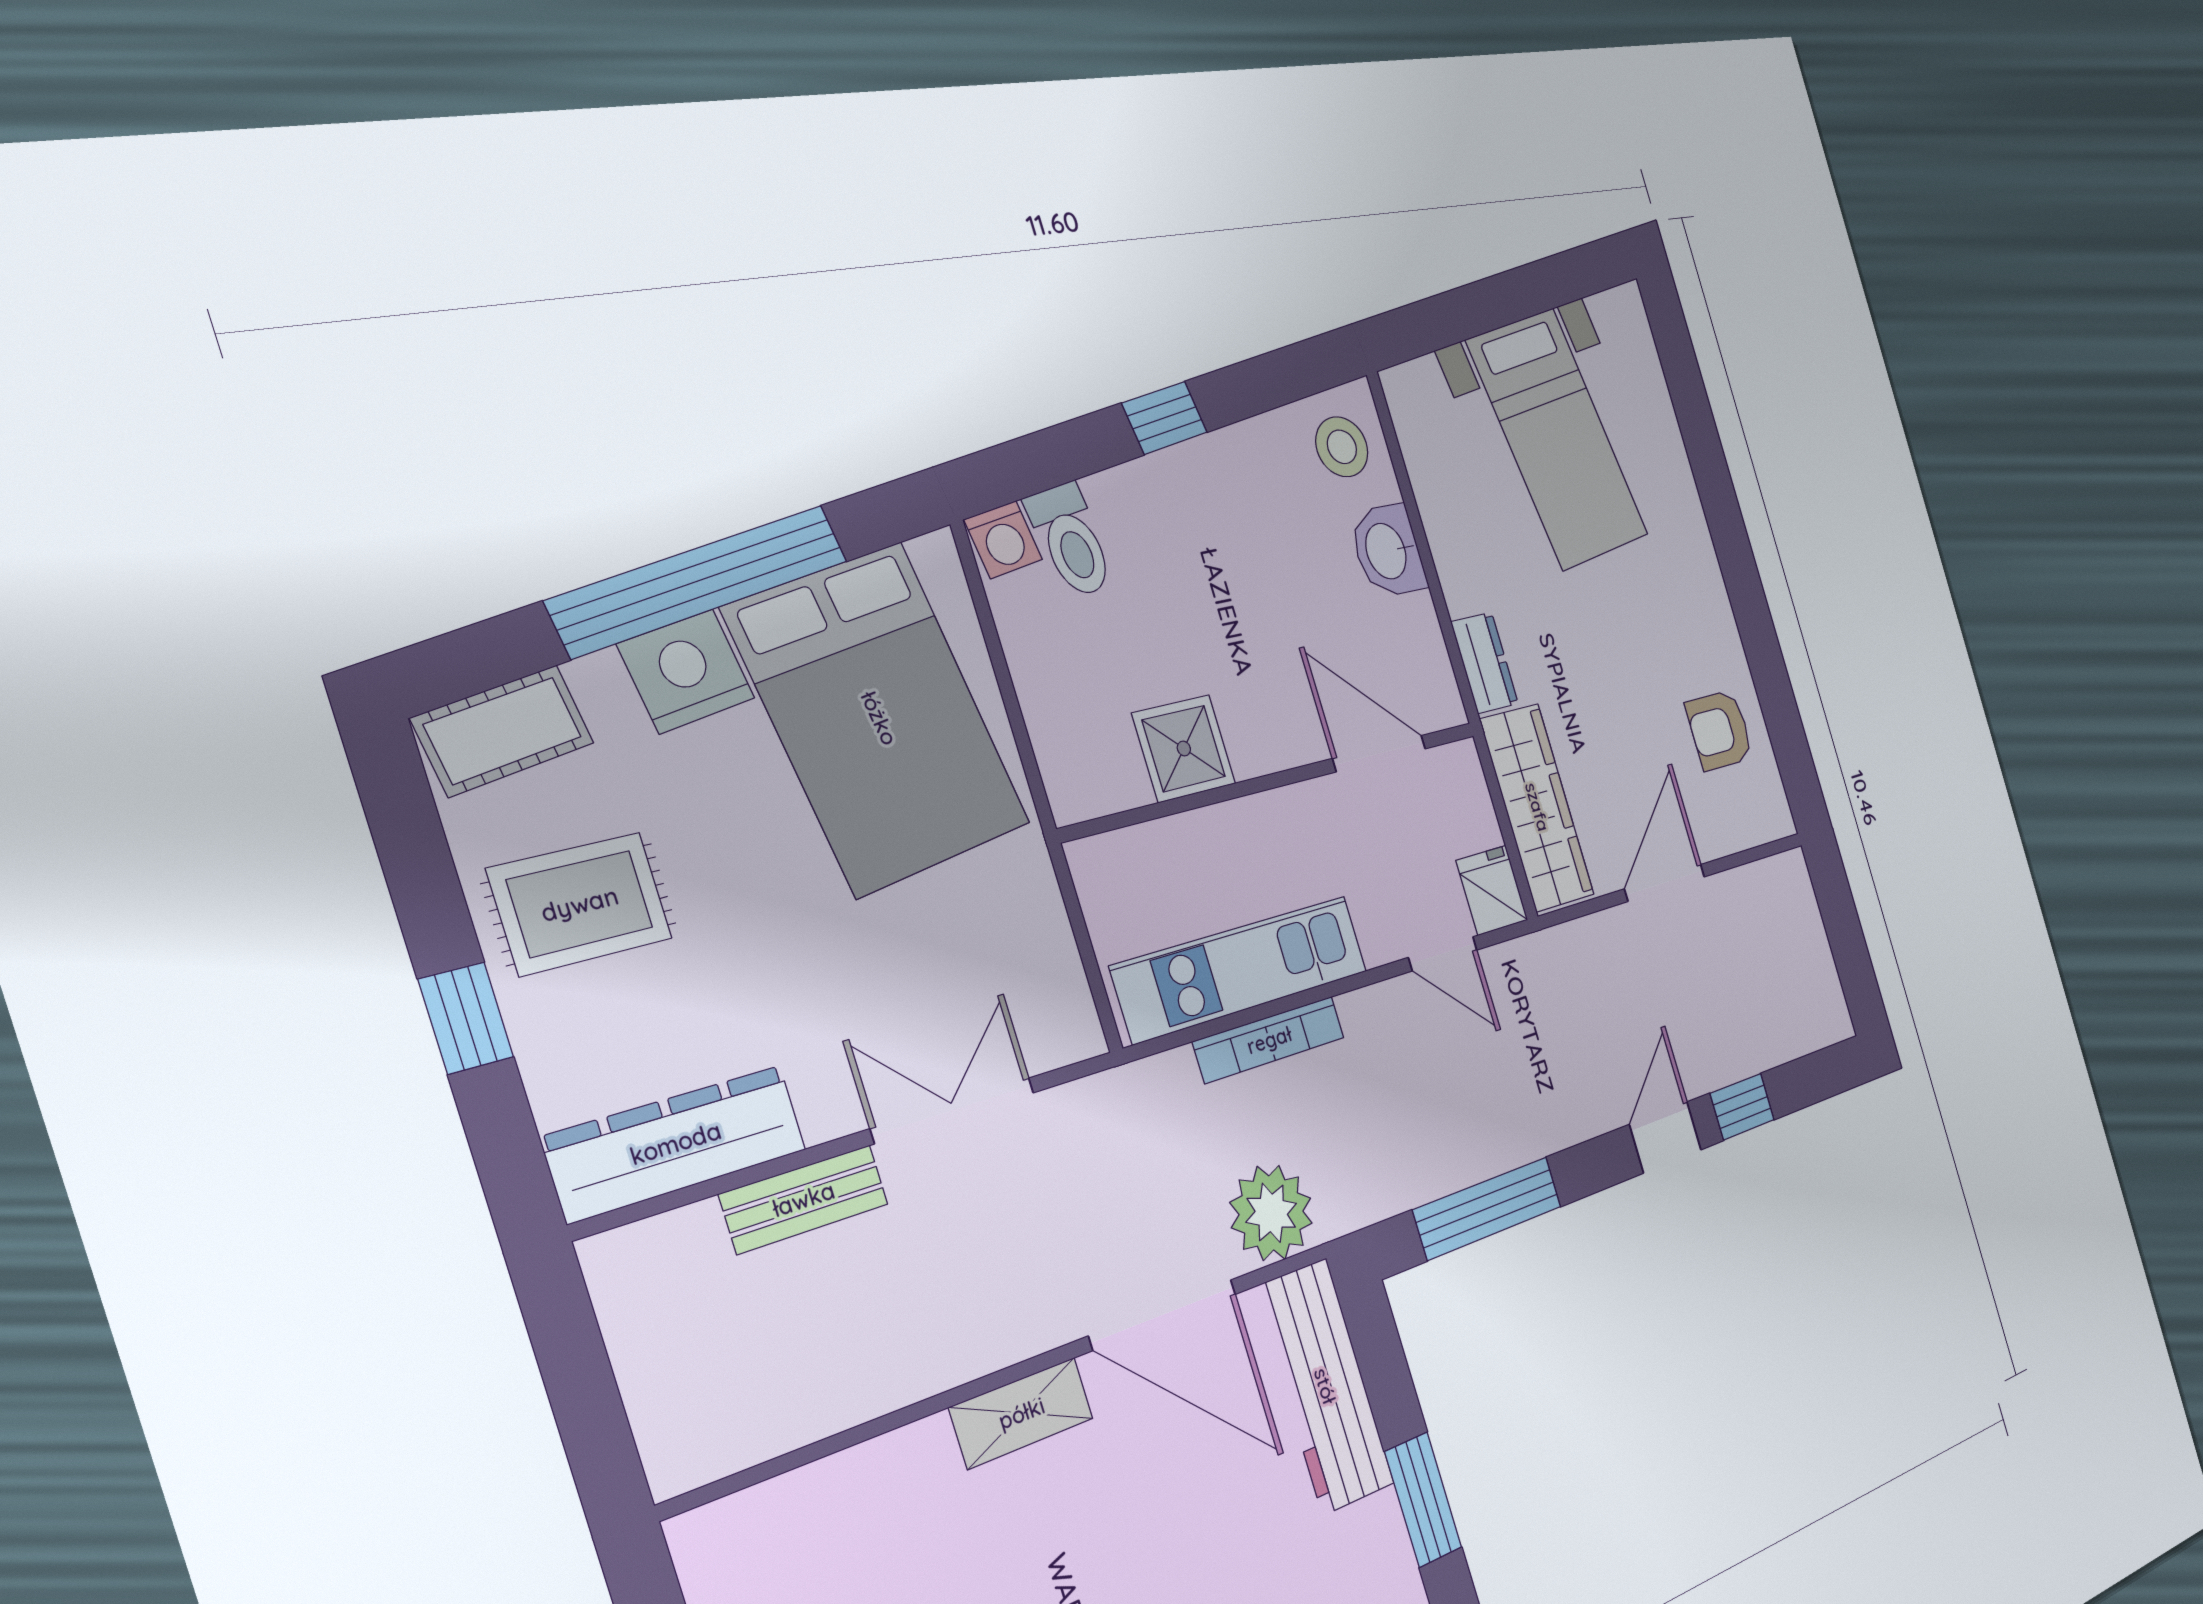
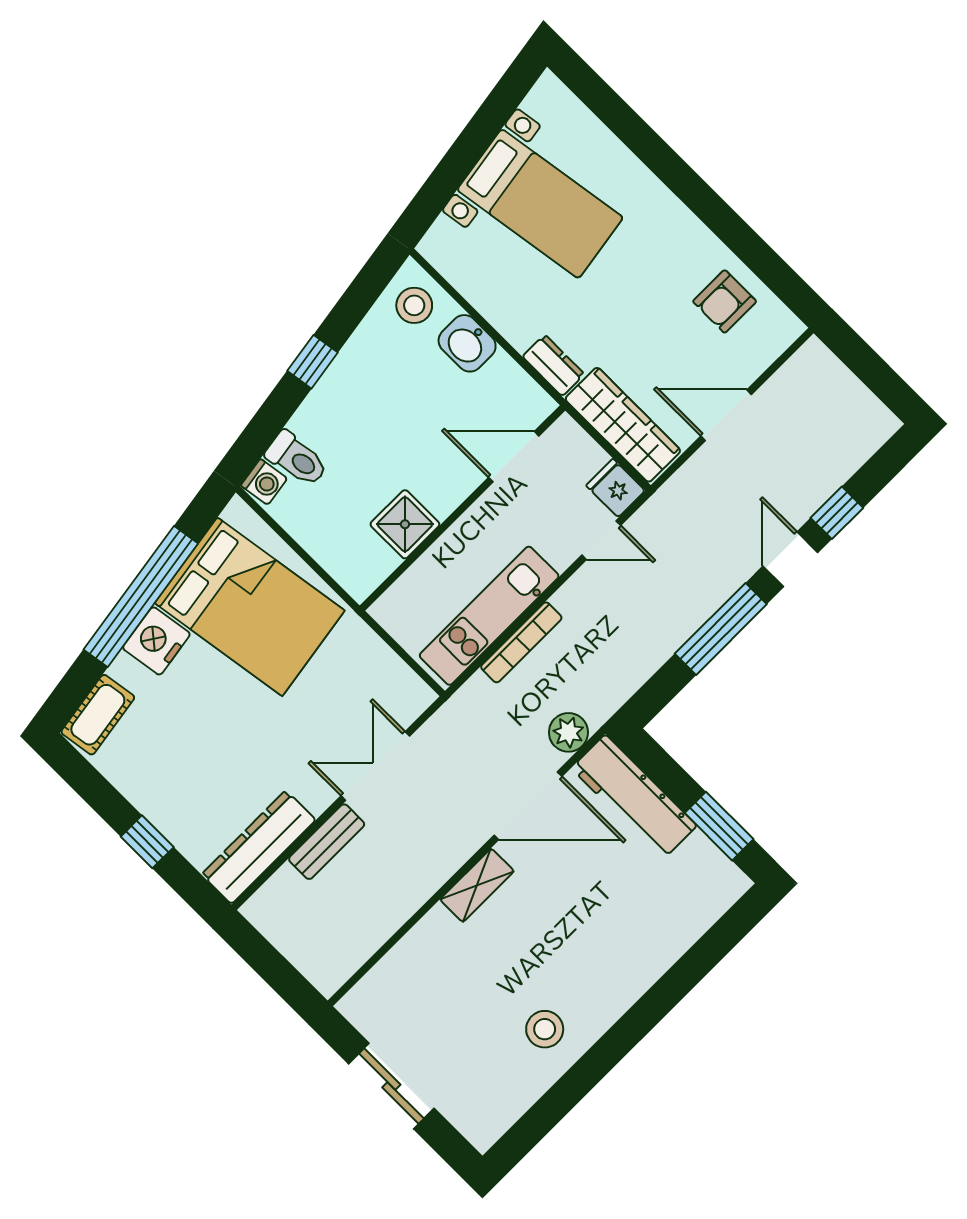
door: (1665, 883) -> (726, 415), hinge flipped
rug: (580, 904) -> (166, 769), removed
window: (1488, 1208) -> (721, 629), moved
plant: (1271, 1213) -> (568, 732), width x0.73, depth x0.73

